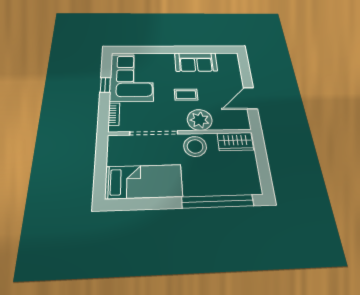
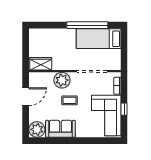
plant: (228, 61) -> (37, 129), added
stool: (195, 146) -> (66, 61), removed
window: (218, 201) -> (87, 25), moved

